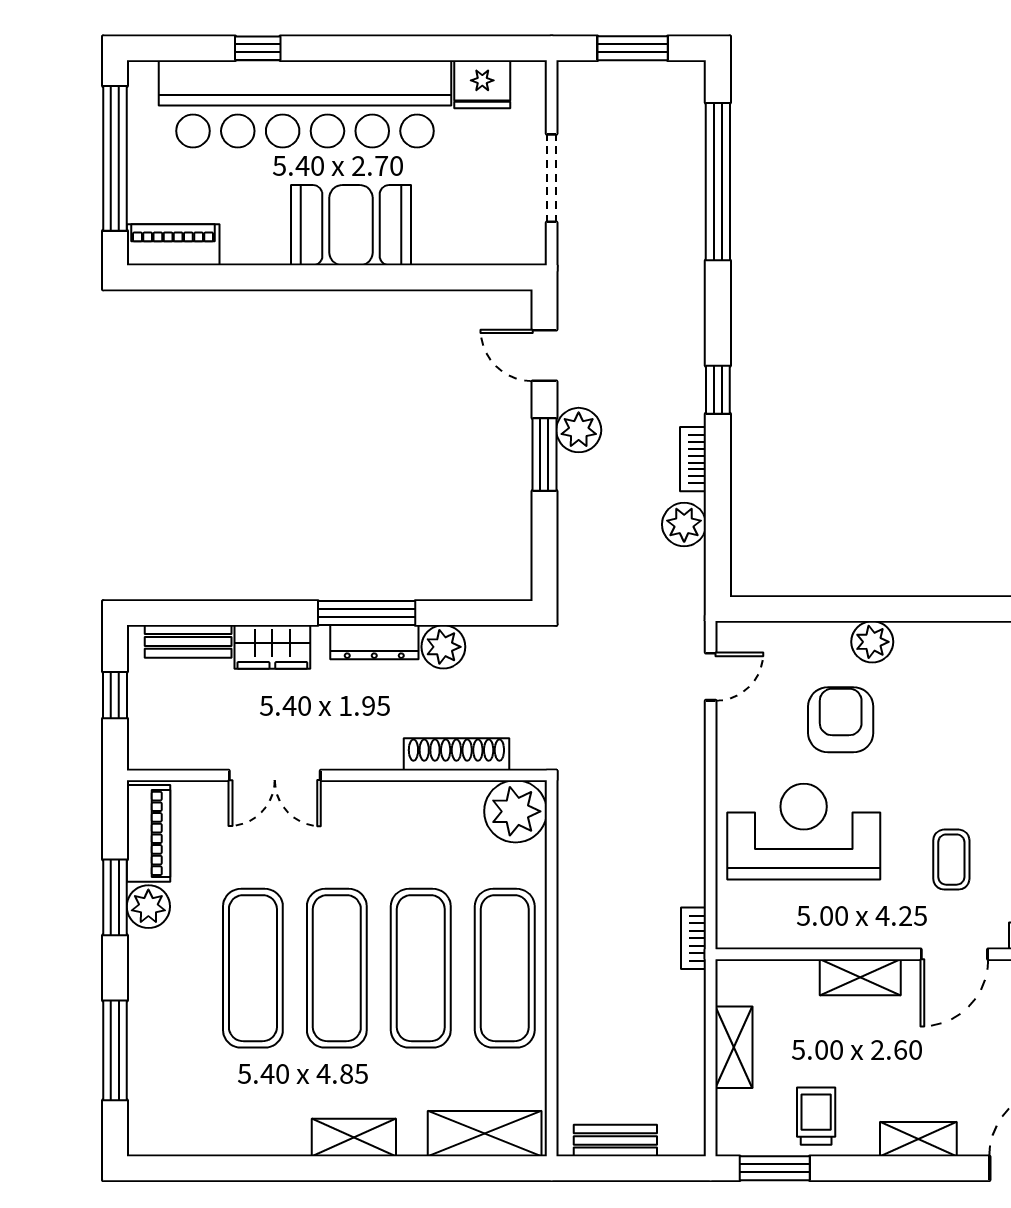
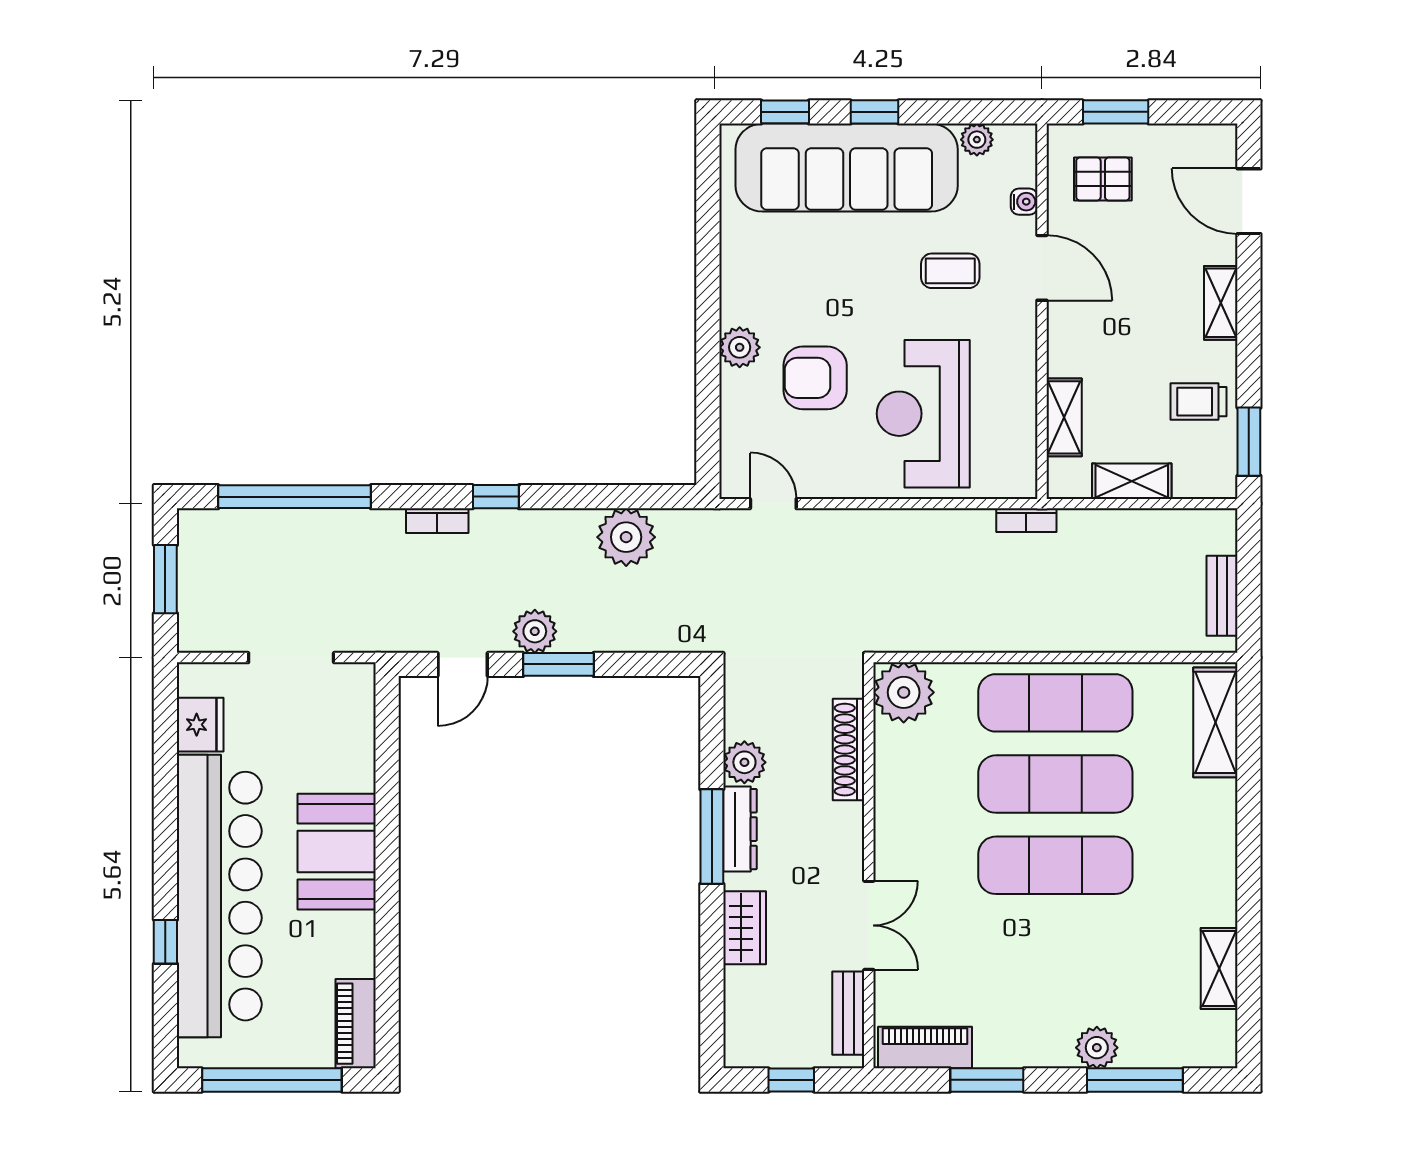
bookcase: (693, 459) -> (437, 521), moved
plant: (684, 524) -> (626, 537), width x1.36, depth x1.36
bench: (188, 641) -> (848, 1013), moved
plant: (148, 907) -> (1097, 1048), moved
exercise mat: (253, 968) -> (1055, 947), removed
shelving: (860, 977) -> (1064, 417), moved
shelving: (354, 1137) -> (1219, 968), moved

